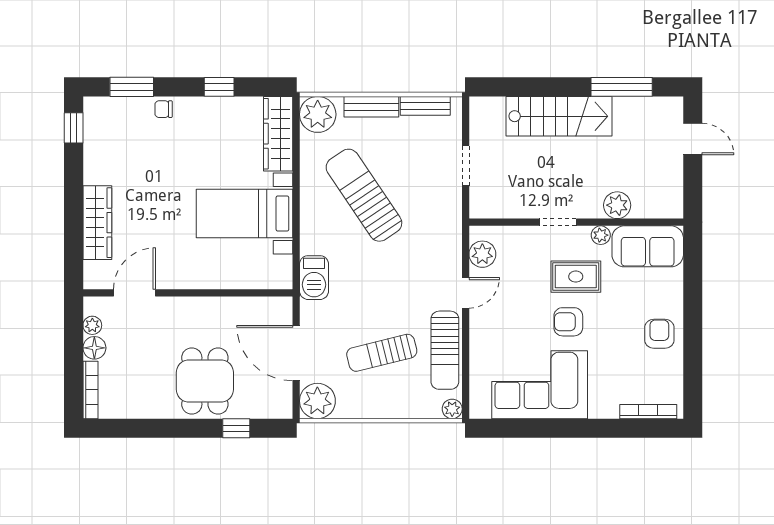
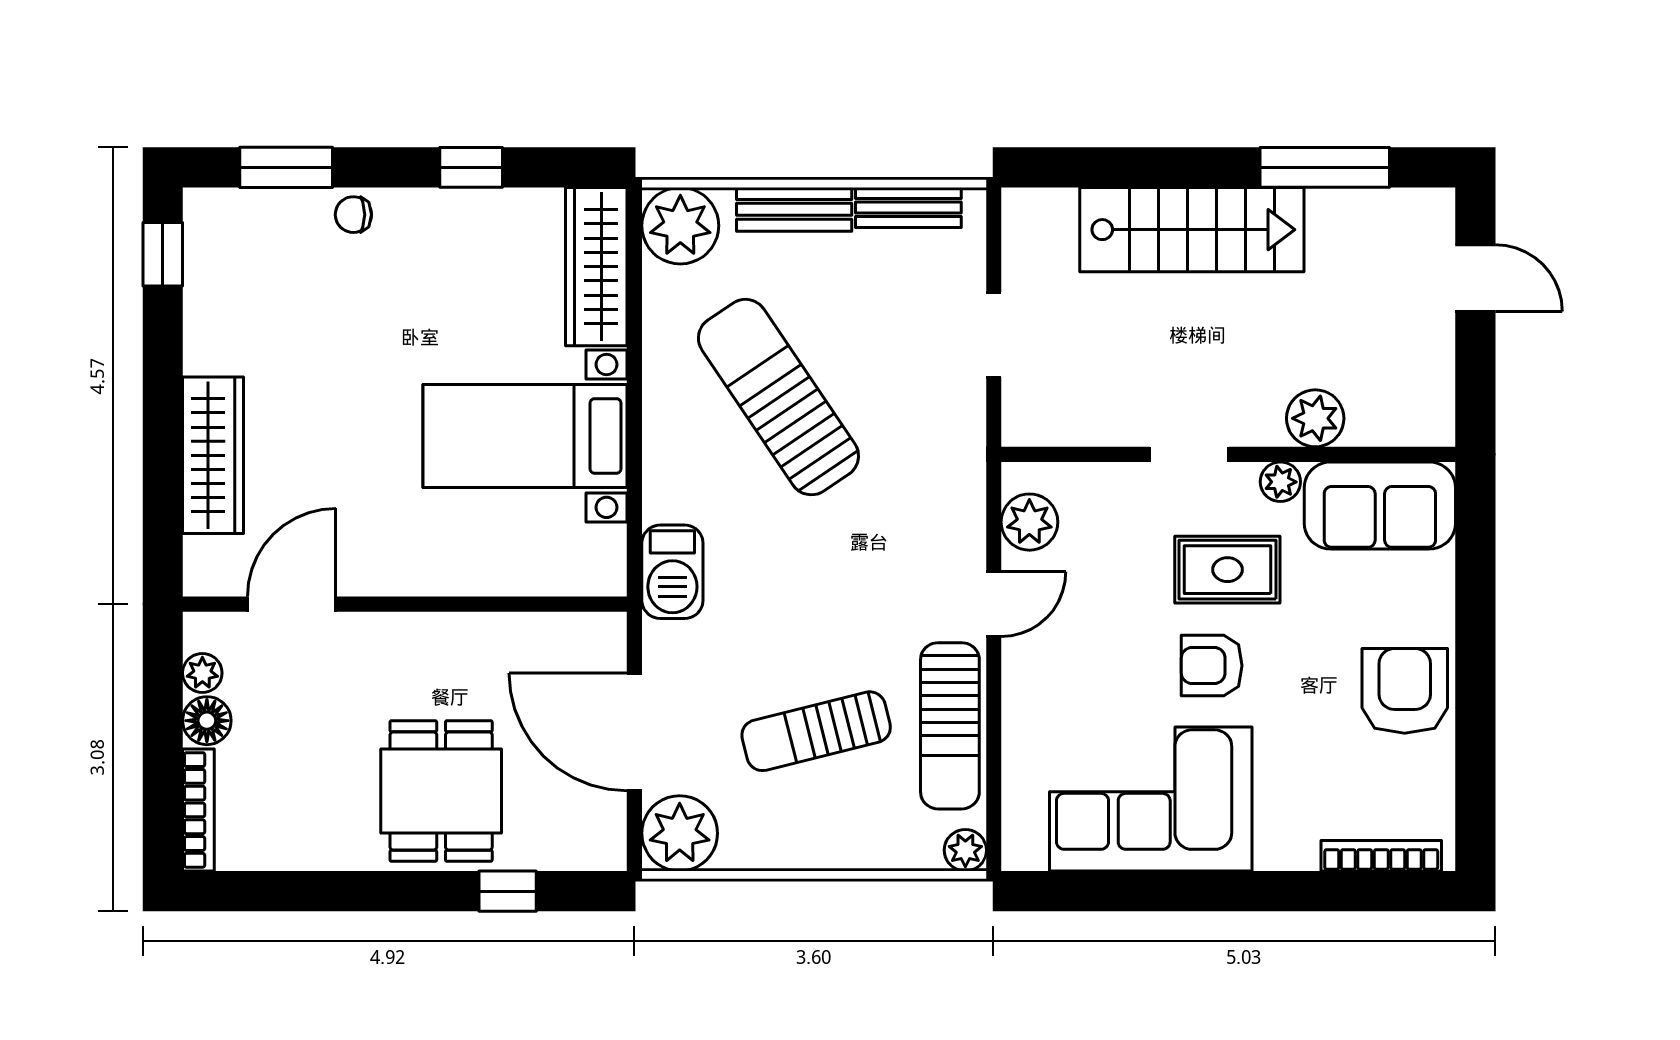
armchair: (659, 334) -> (1405, 691), width x1.38, depth x1.38

